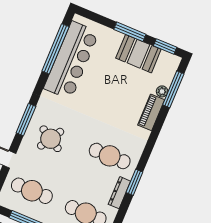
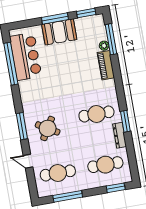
booth: (138, 54) -> (59, 32), moved
bar counter: (71, 60) -> (26, 56), width x0.73

